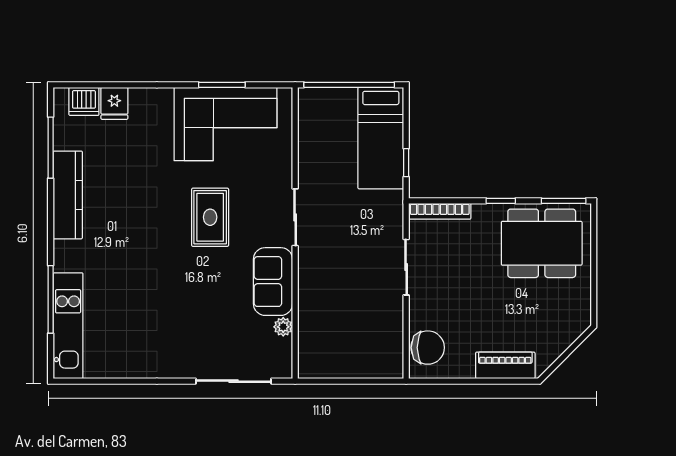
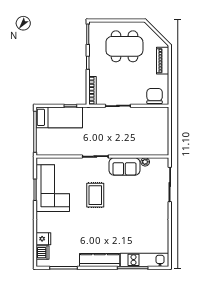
kitchen counter: (68, 195) -> (100, 260), moved
rug: (210, 217) -> (95, 195), turned 90
dining table: (542, 243) -> (124, 46), moved, turned 90

